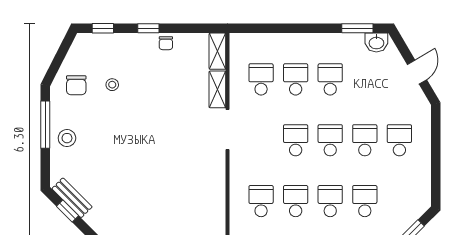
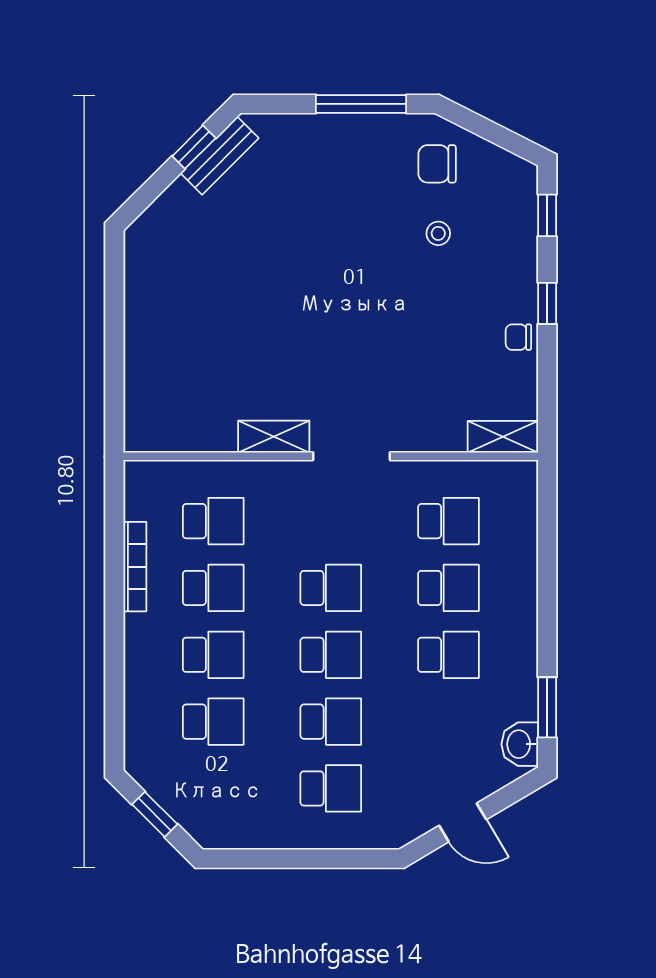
shelving: (217, 89) -> (274, 437), moved
stool: (67, 138) -> (335, 146), removed

